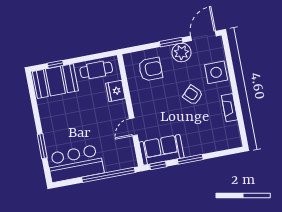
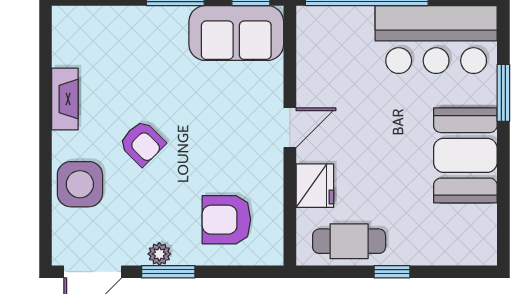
plant: (181, 52) -> (159, 254), width x0.53, depth x0.53
window: (55, 64) -> (392, 272), moved
booth: (55, 81) -> (465, 155), moved, turned 90
door: (133, 127) -> (290, 128), moved

